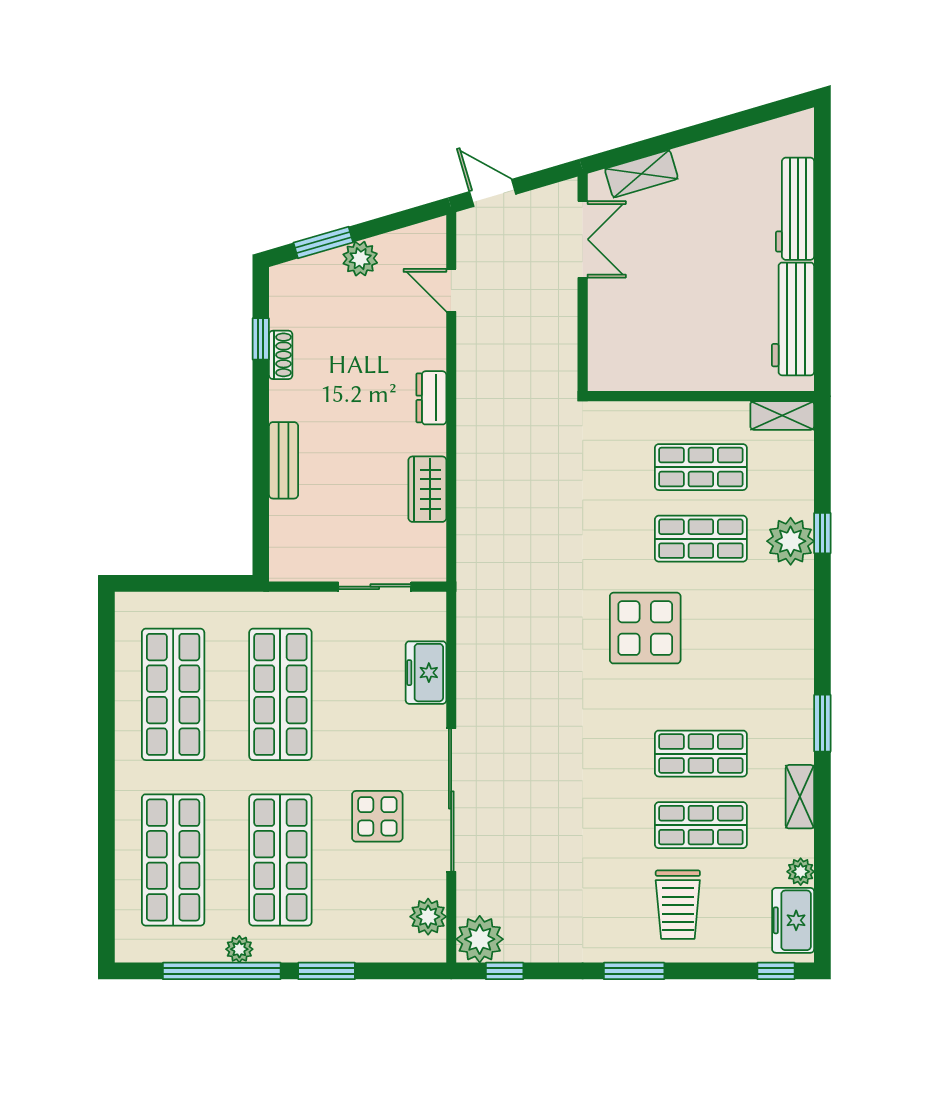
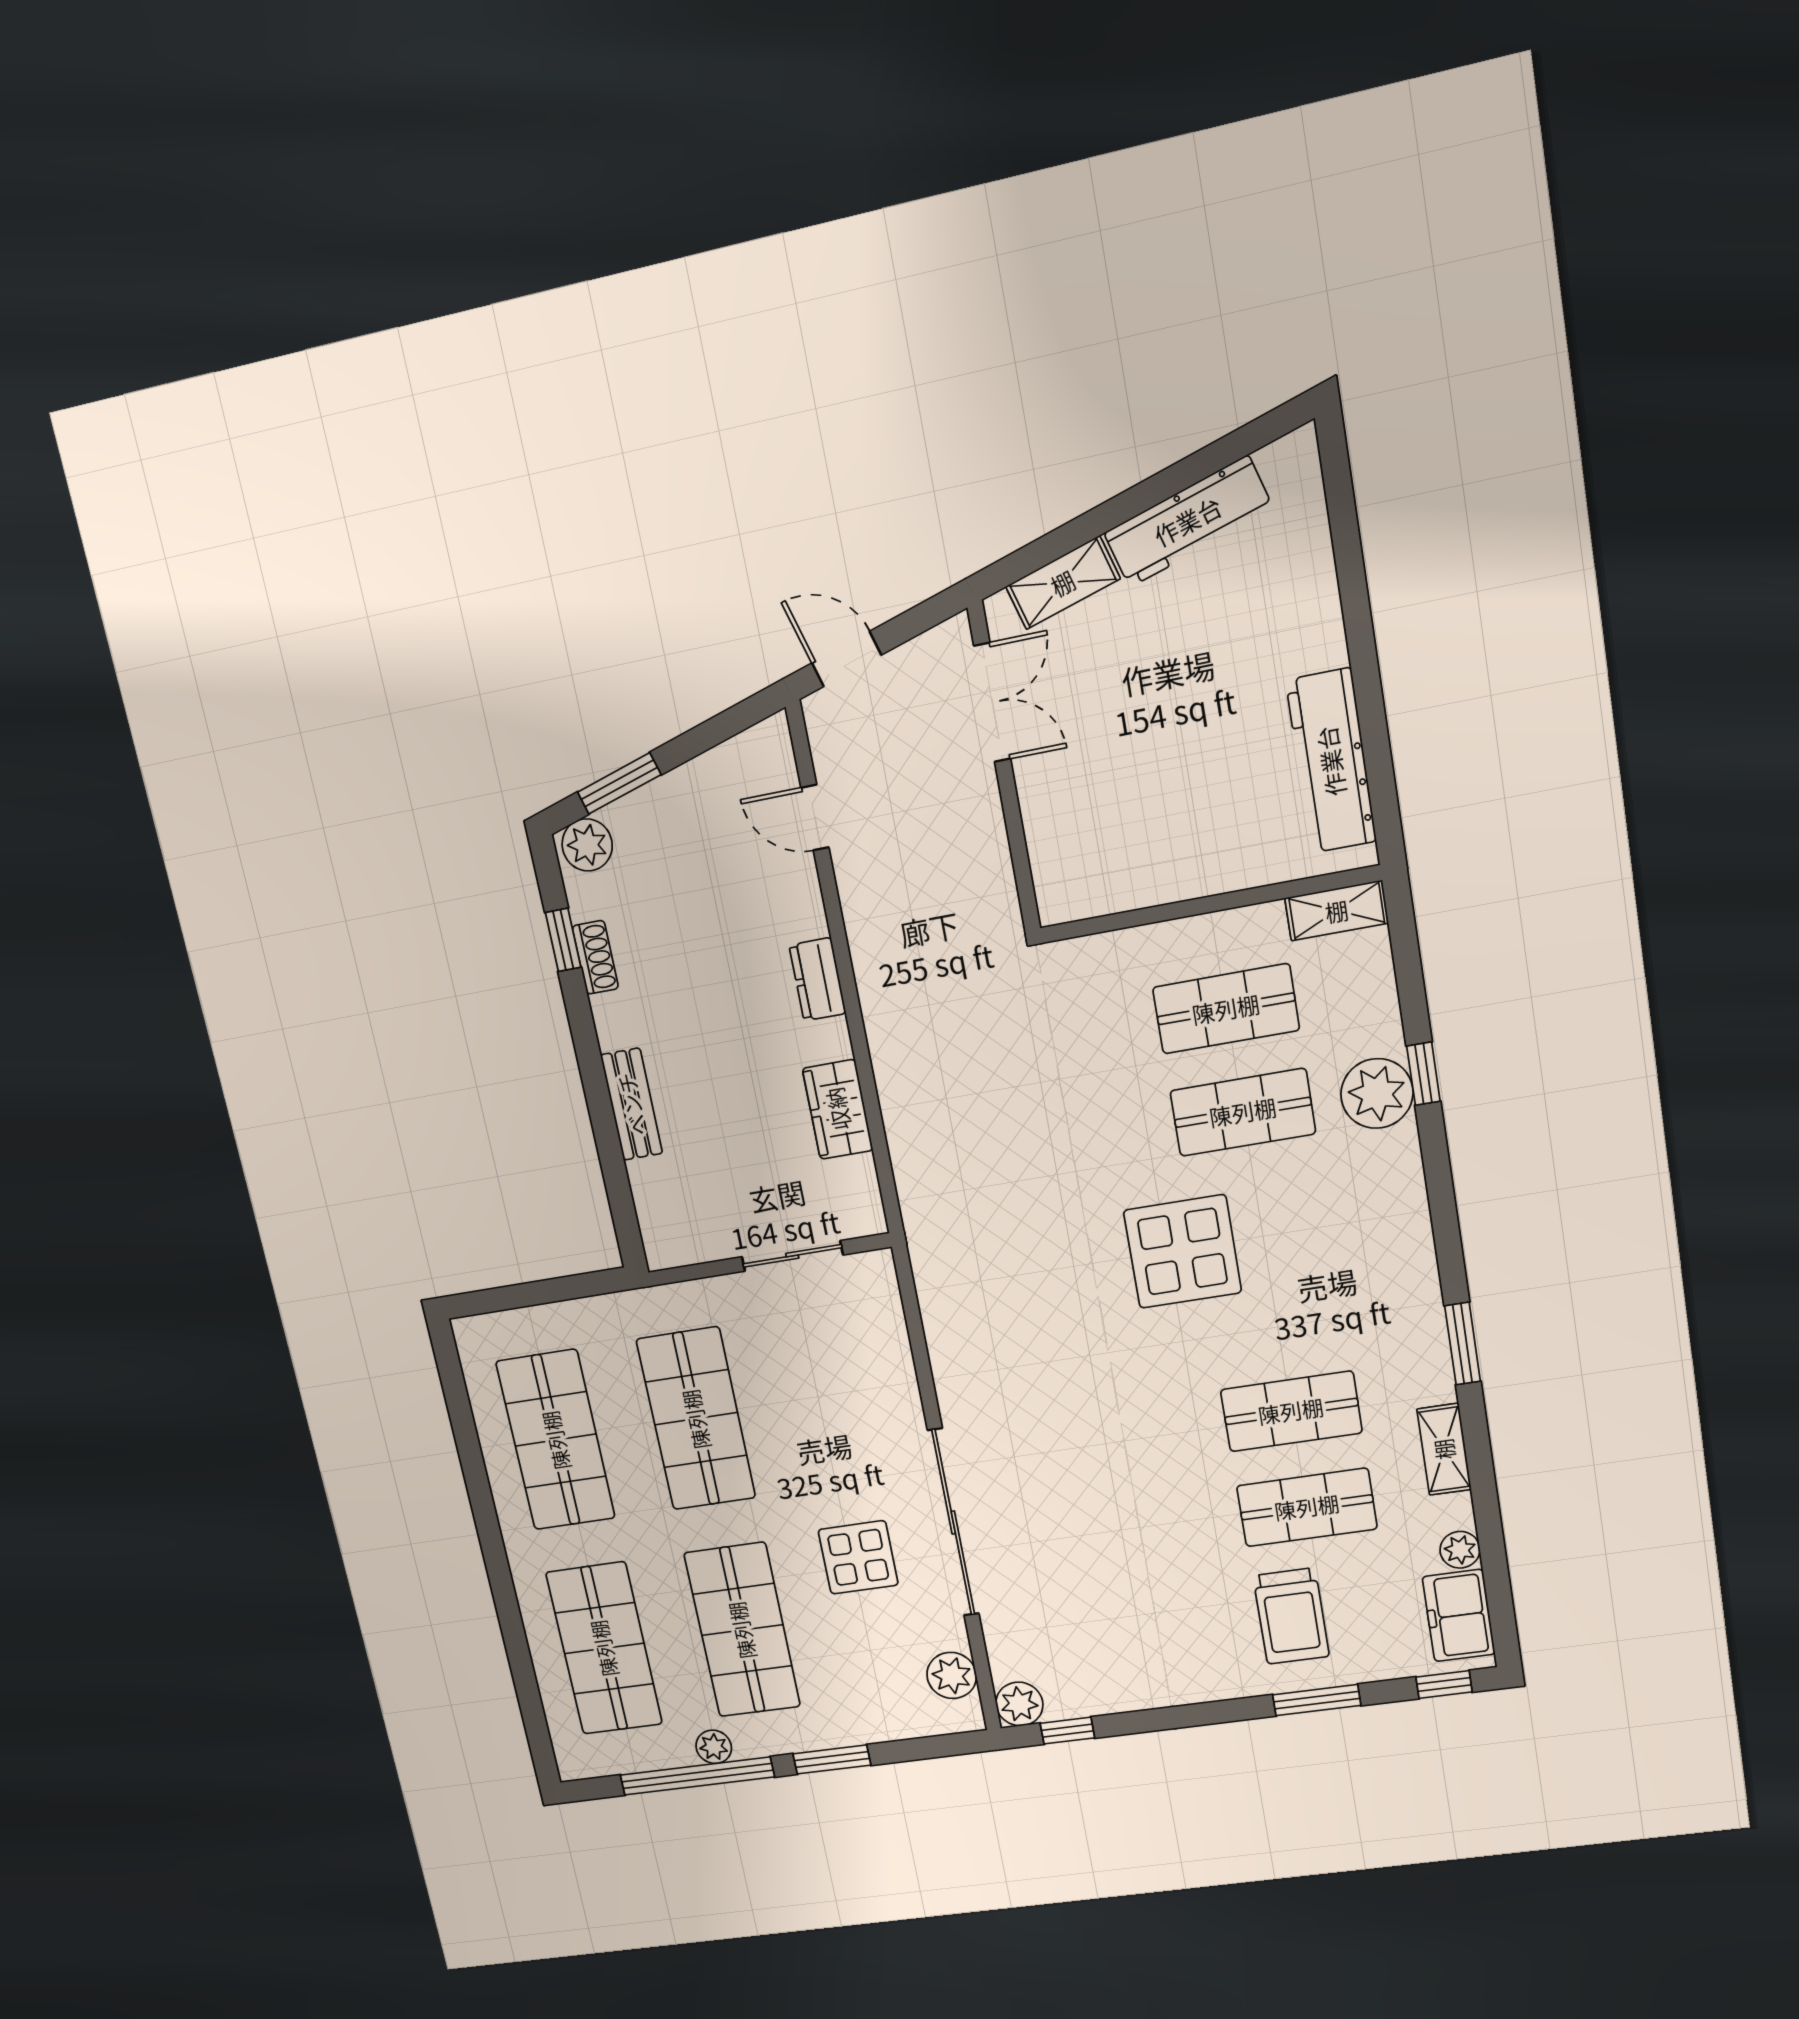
workbench: (795, 209) -> (1188, 521), moved, turned -106
plant: (360, 259) -> (587, 845), moved
freezer: (426, 673) -> (886, 1360), removed
plant: (480, 939) -> (1019, 1704), width x0.73, depth x0.73
window: (634, 971) -> (1317, 1700), moved

